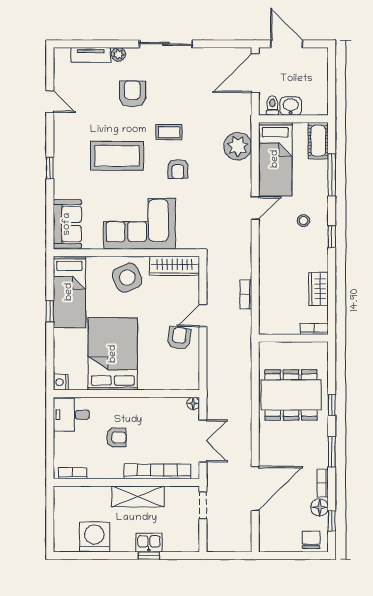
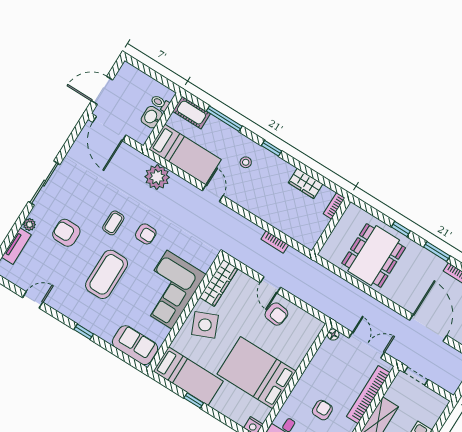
toilet: (272, 106) -> (160, 103), moved
armchair: (179, 338) -> (276, 314), turned 180

